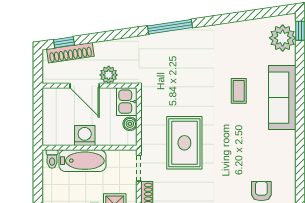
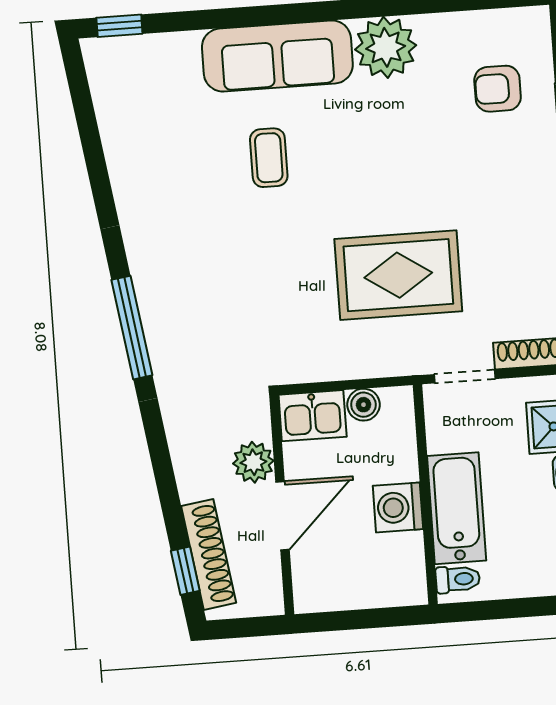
plant: (283, 38) -> (386, 47), moved
coffee table: (239, 91) -> (269, 158), turned 90

